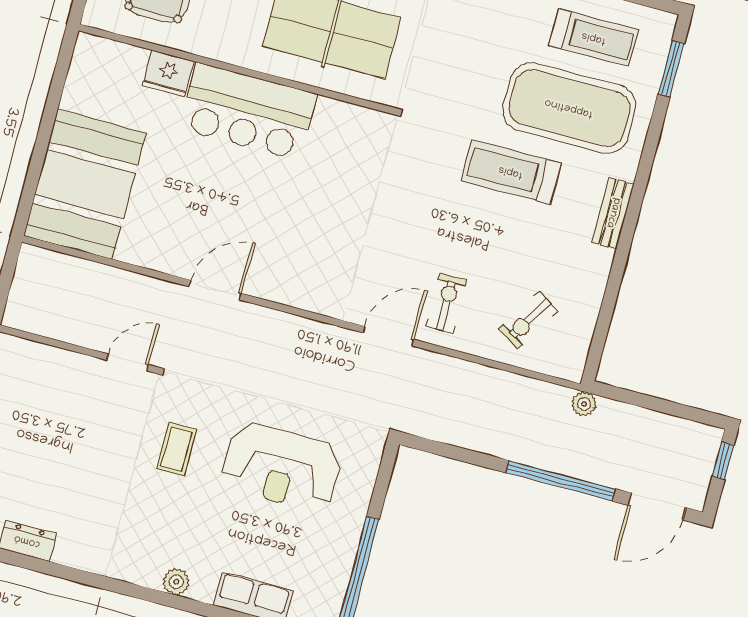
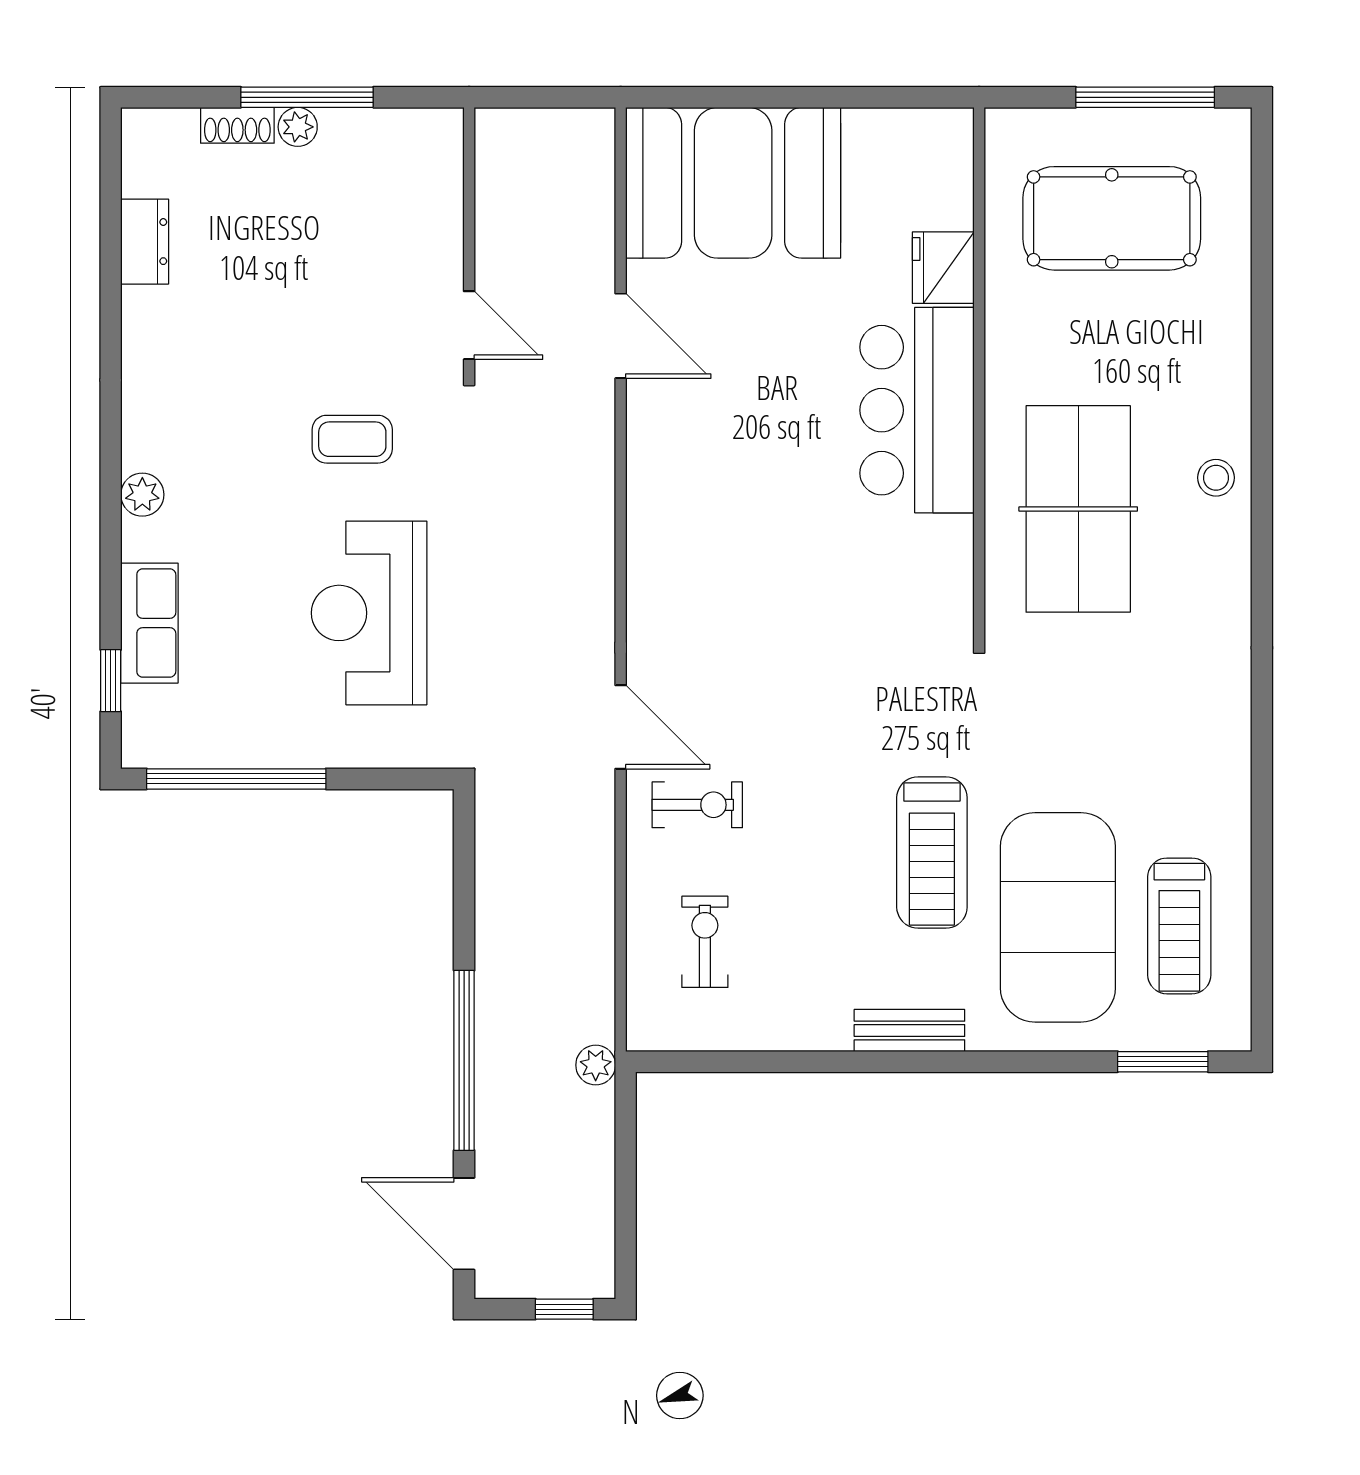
treadmill: (511, 172) -> (932, 852), turned 180
door: (215, 290) -> (621, 336), moved
exercise bike: (528, 320) -> (705, 942), turned 58

